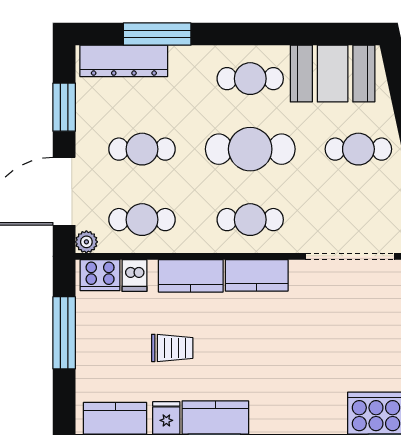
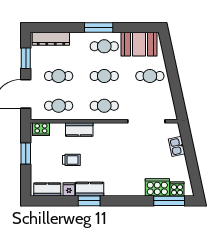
window: (157, 34) -> (99, 27), moved
cafe table: (250, 149) -> (104, 76), width x0.73, depth x0.74
plant: (86, 242) -> (35, 115), removed
kitchen counter: (257, 275) -> (107, 129), removed
dishwasher: (135, 276) -> (55, 129), removed
window: (64, 333) -> (26, 154), width x0.69

